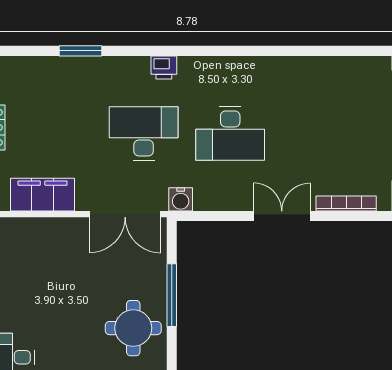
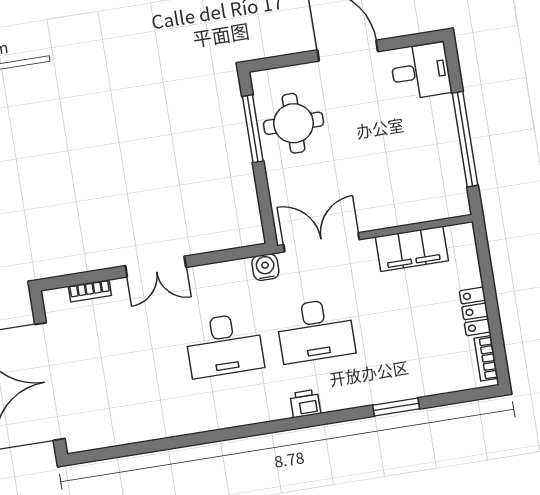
desk: (230, 133) -> (224, 345), turned 180
bookcase: (346, 204) -> (90, 291), width x0.64
window: (172, 295) -> (253, 129), moved

